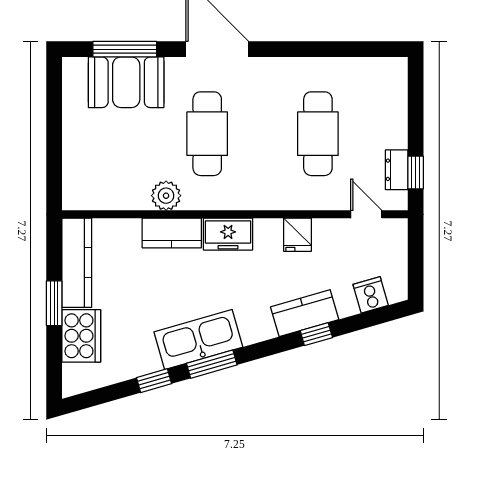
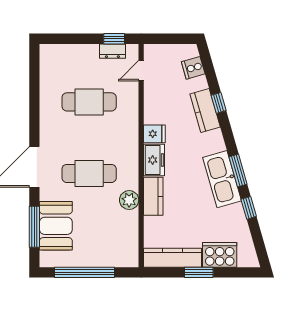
window: (54, 127) -> (84, 272), added
fridge: (298, 235) -> (154, 134), moved

